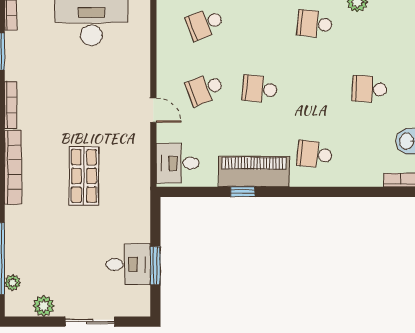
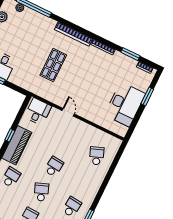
school desk: (205, 89) -> (41, 192), moved
door: (153, 110) -> (68, 112), swing flipped
shop shelf: (84, 176) -> (53, 65), turned 90

